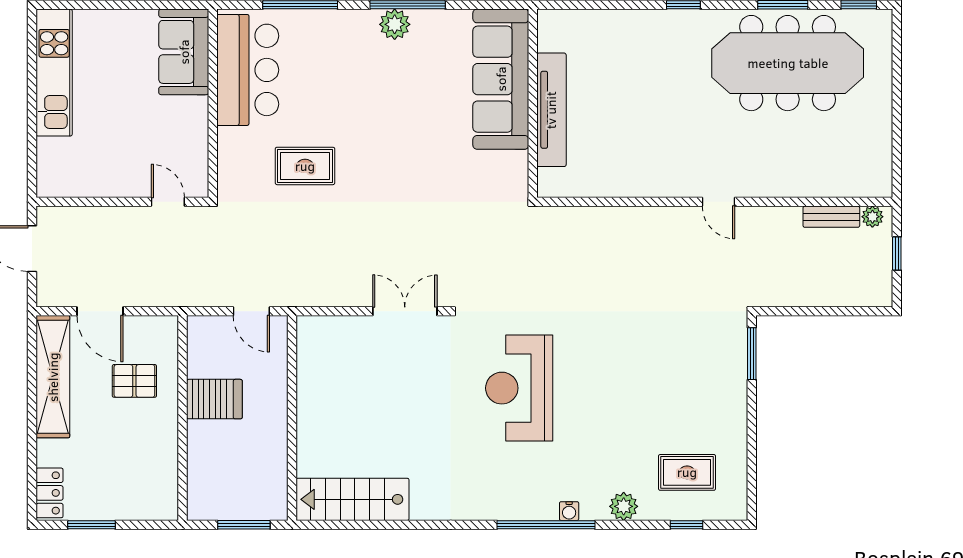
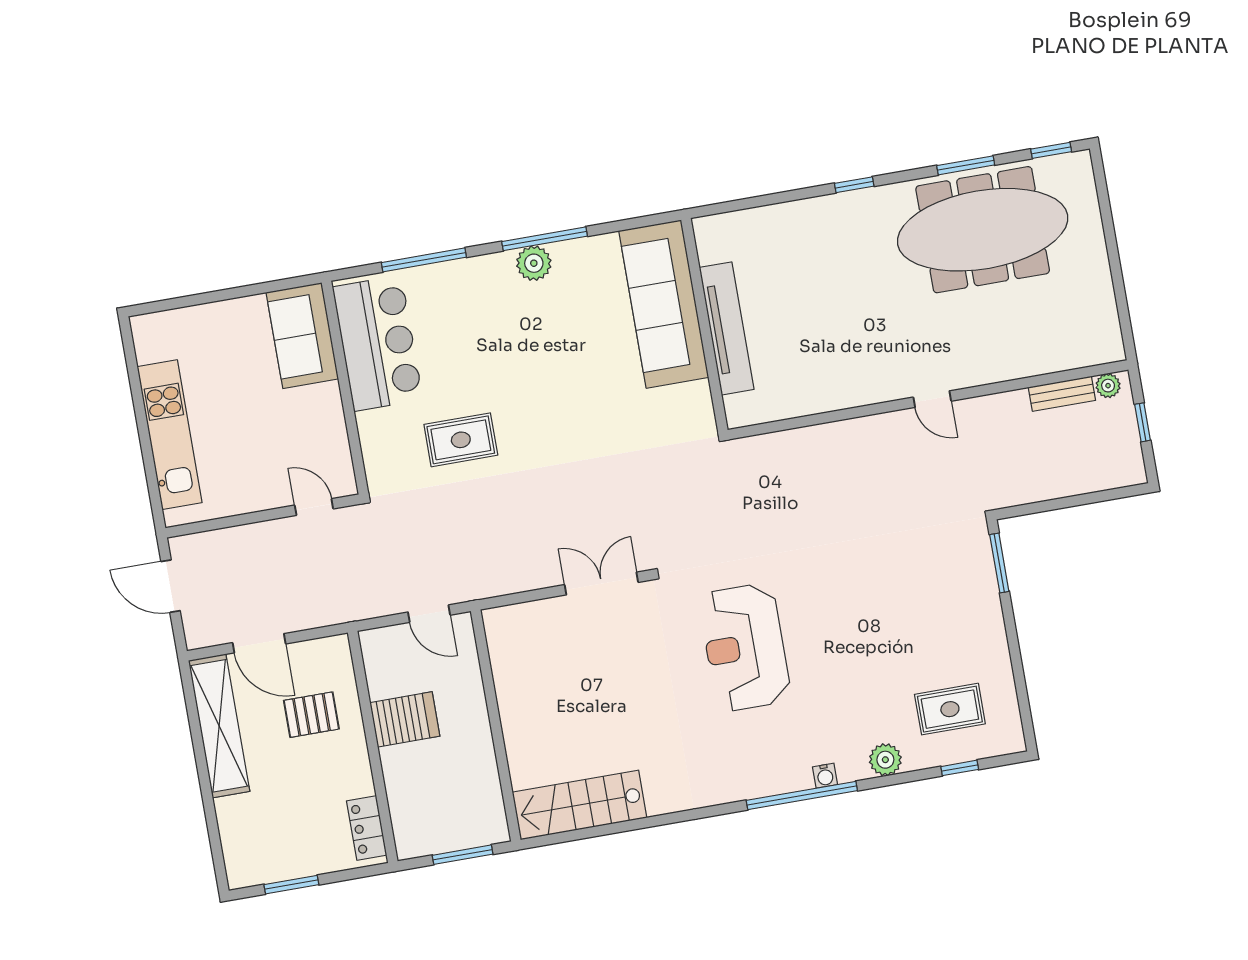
kitchen unit: (54, 73) -> (170, 435), moved
locker: (50, 493) -> (367, 828), moved, turned 180

